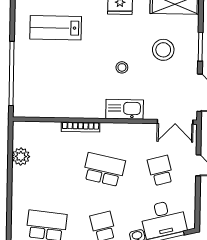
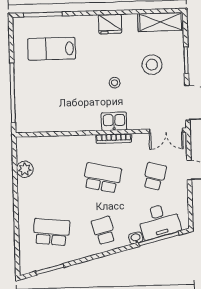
kitchen sink: (125, 109) -> (114, 121), width x0.73
bookcase: (81, 127) -> (114, 138), moved
school desk: (161, 171) -> (155, 176), turned 30

